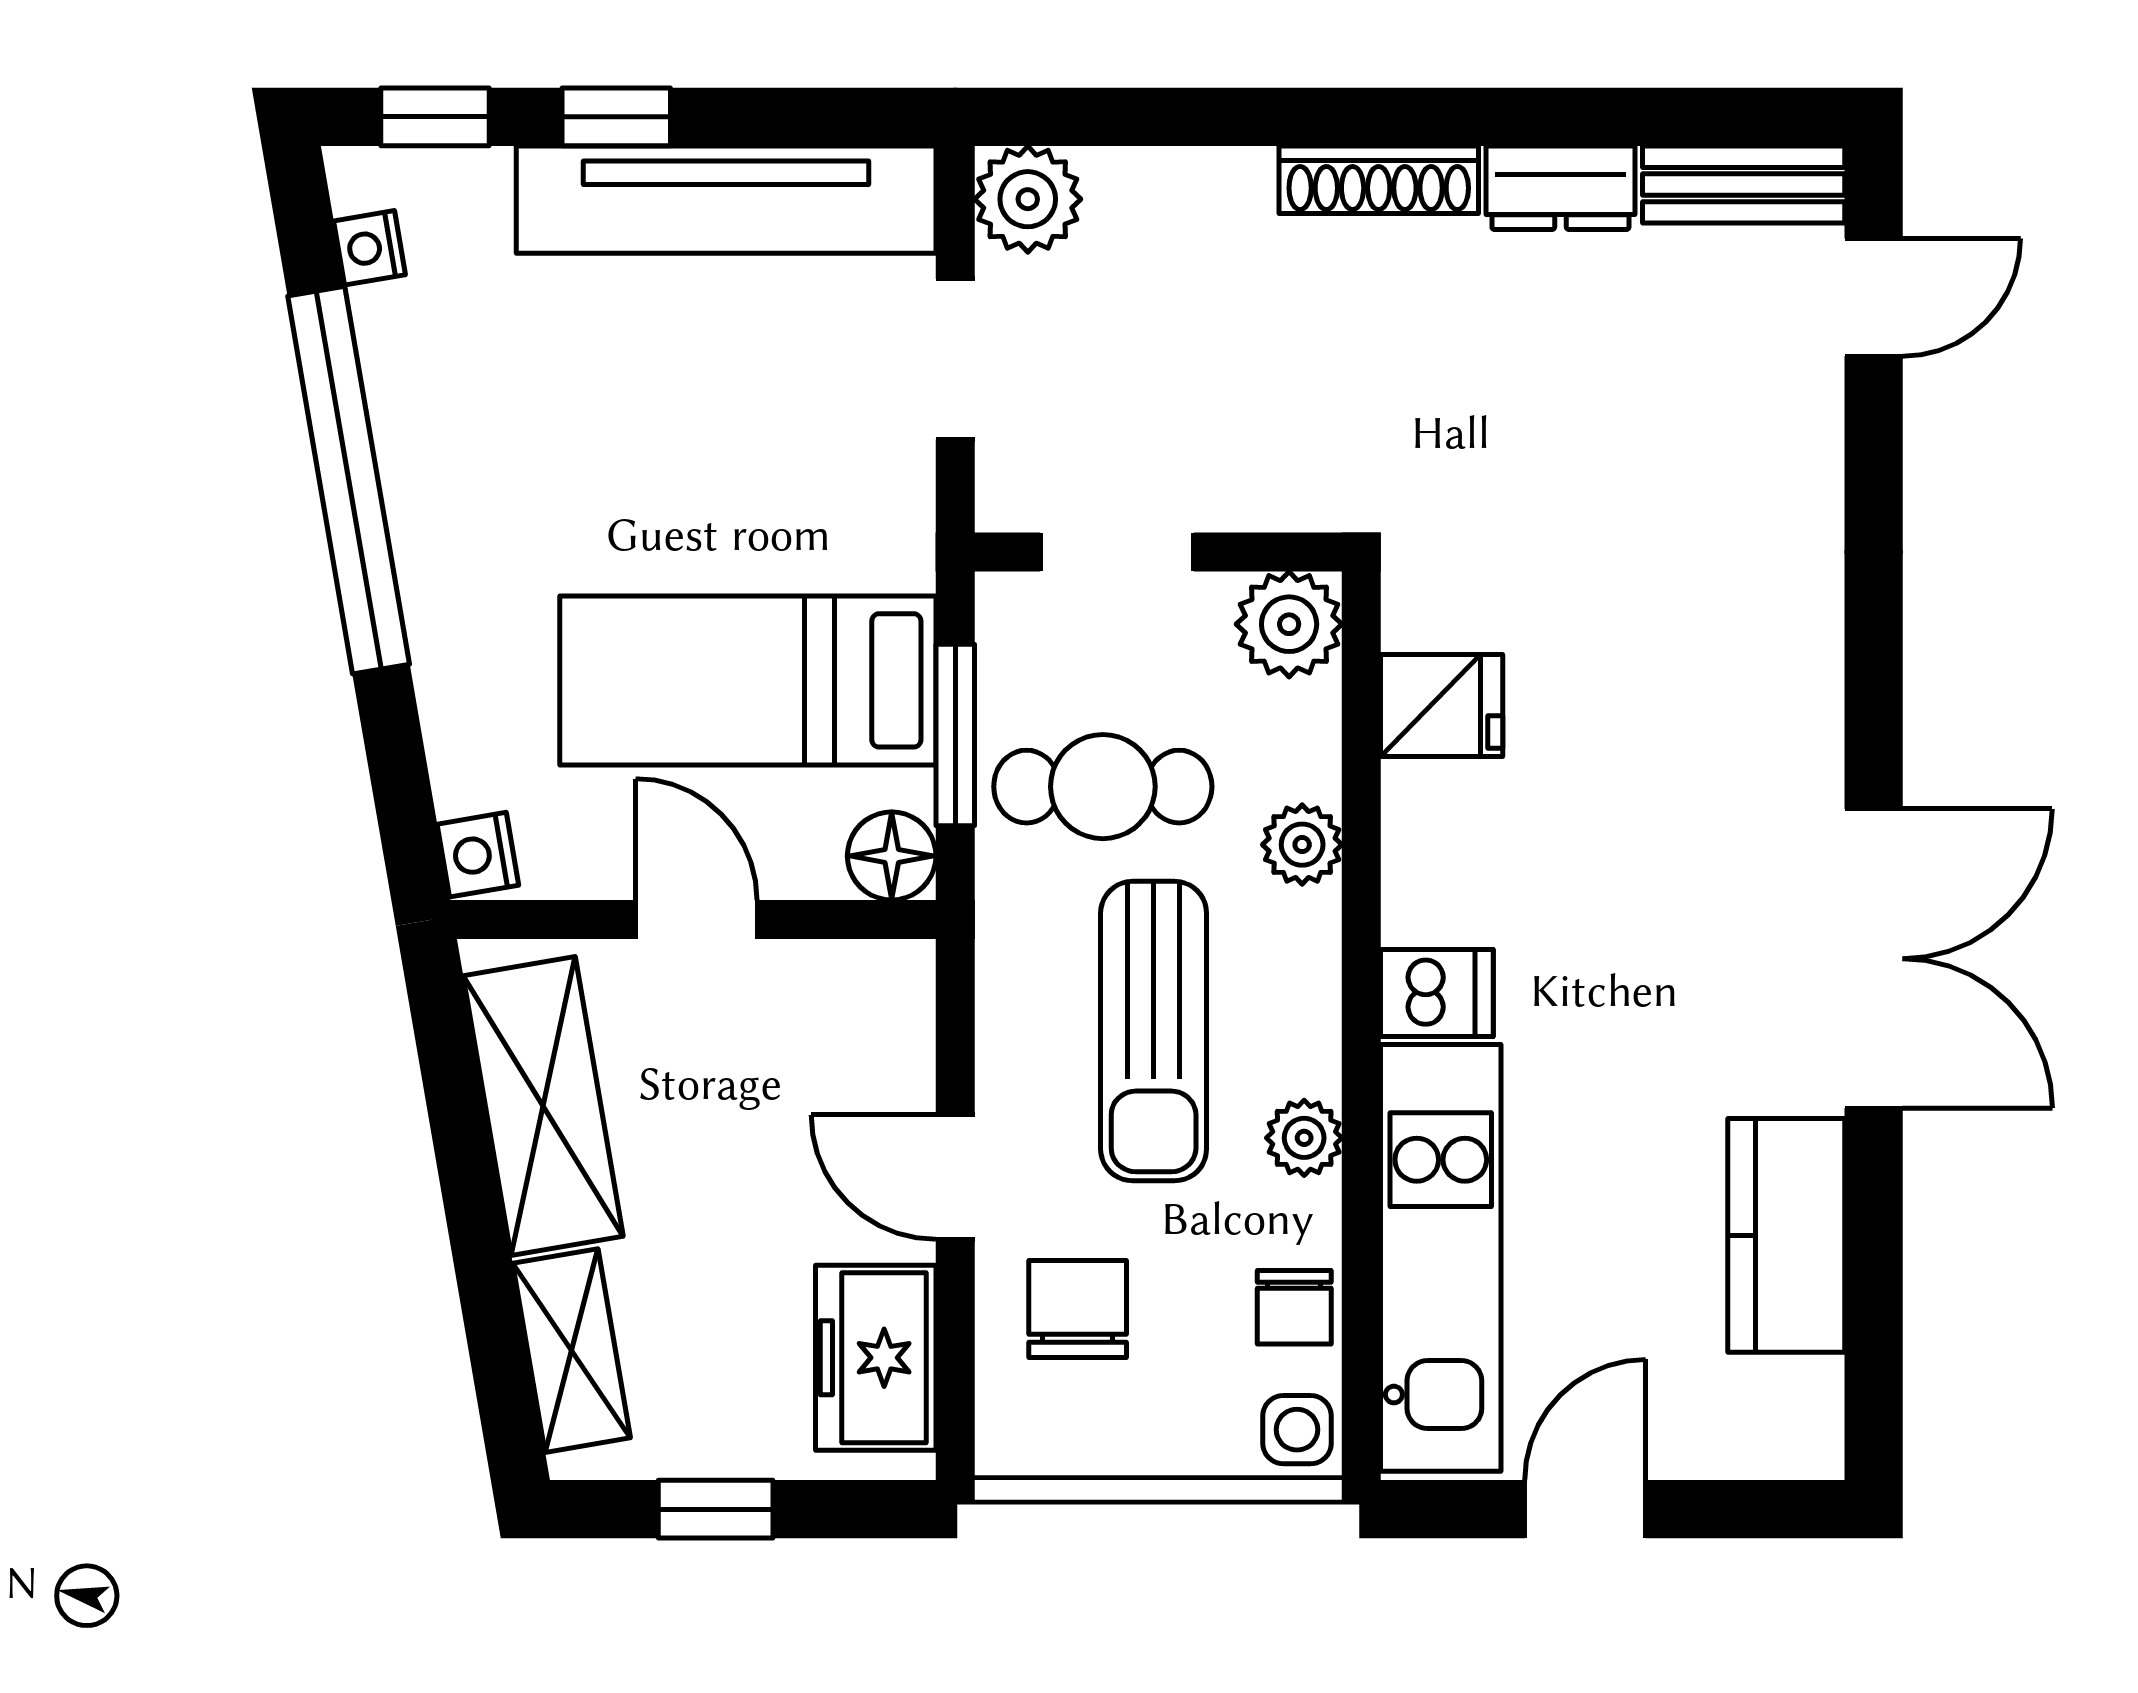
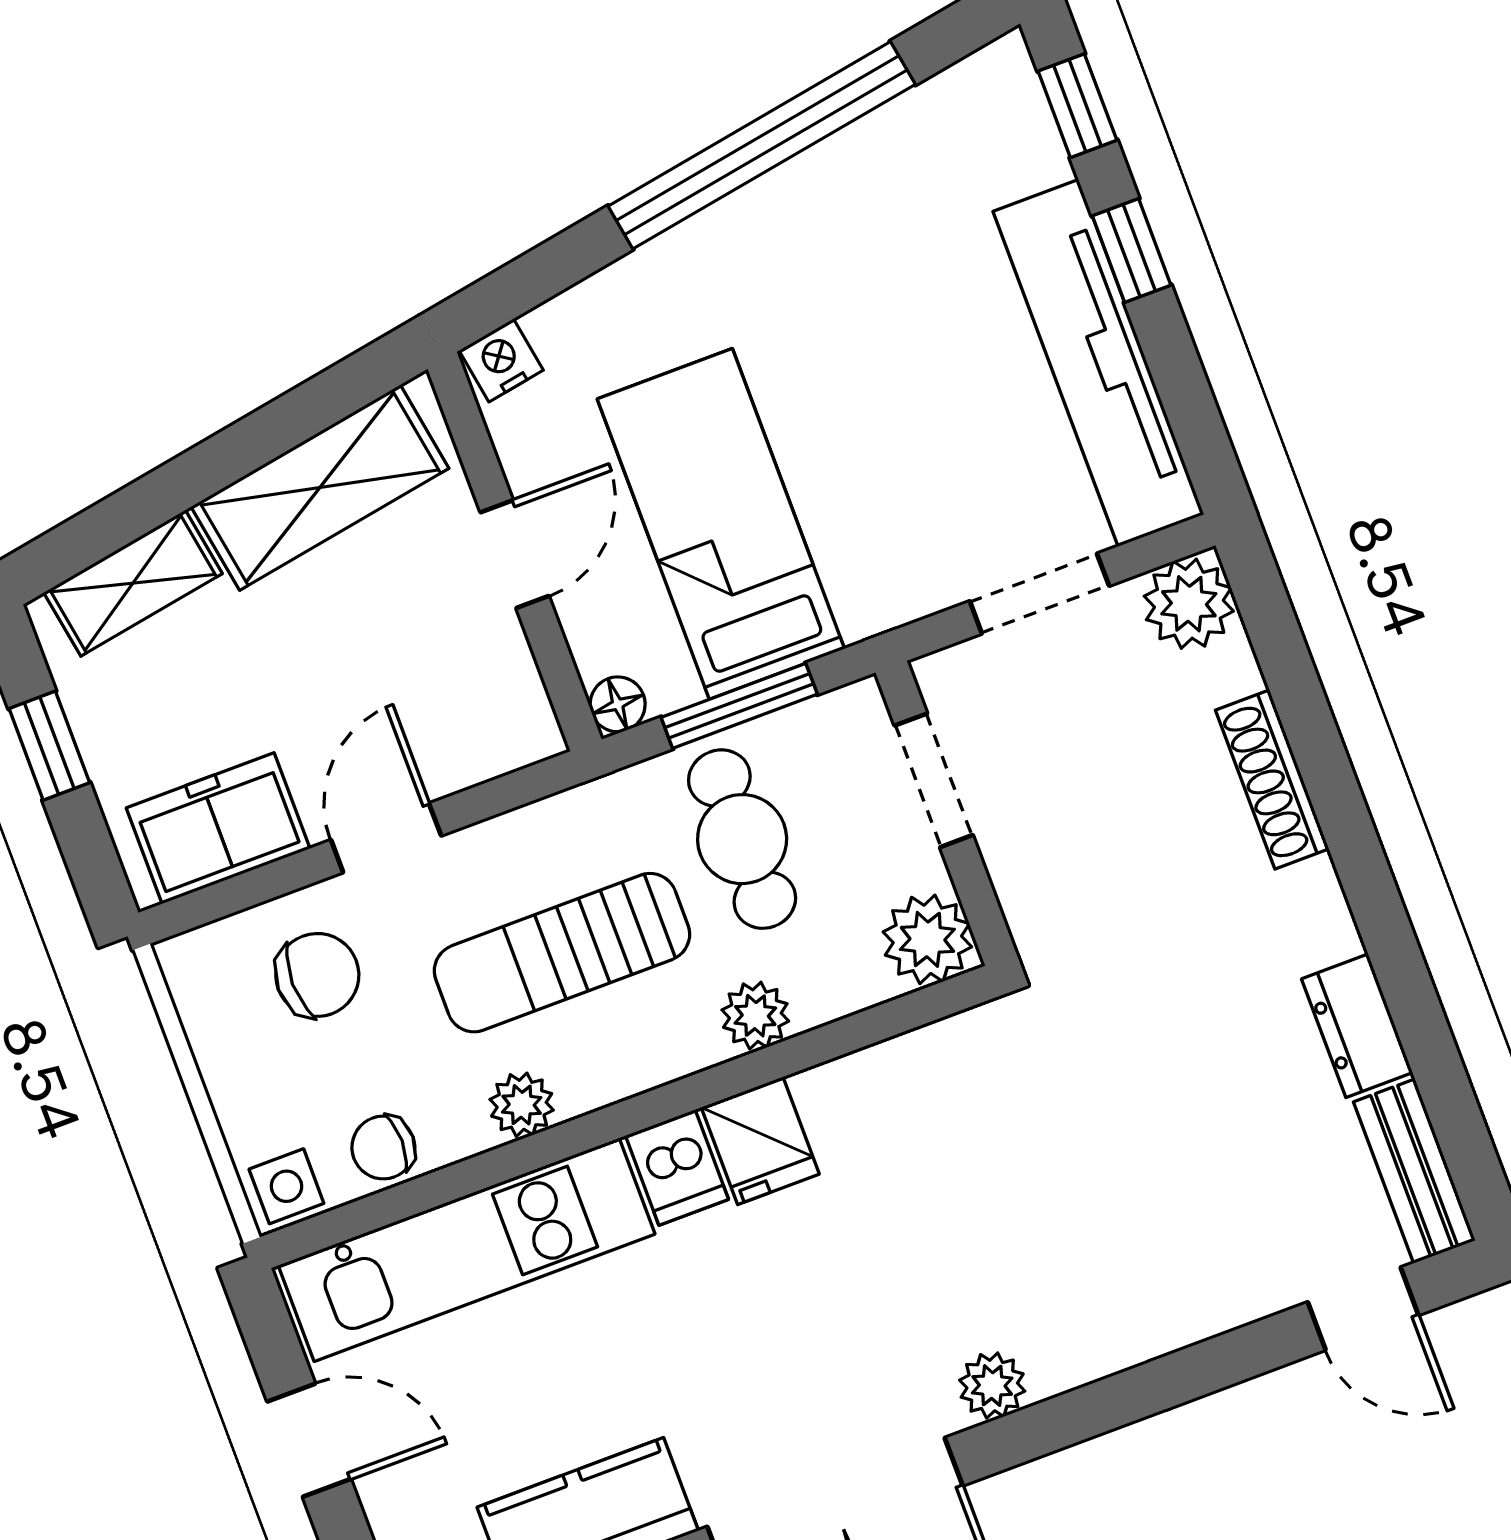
shoe rack: (1379, 180) -> (1272, 780), moved
nightstand: (369, 248) -> (953, 92), removed
fridge: (1442, 705) -> (760, 1141), moved
plant: (1806, 736) -> (992, 1386), added
floor lamp: (892, 856) -> (618, 704), width x0.73, depth x0.73

